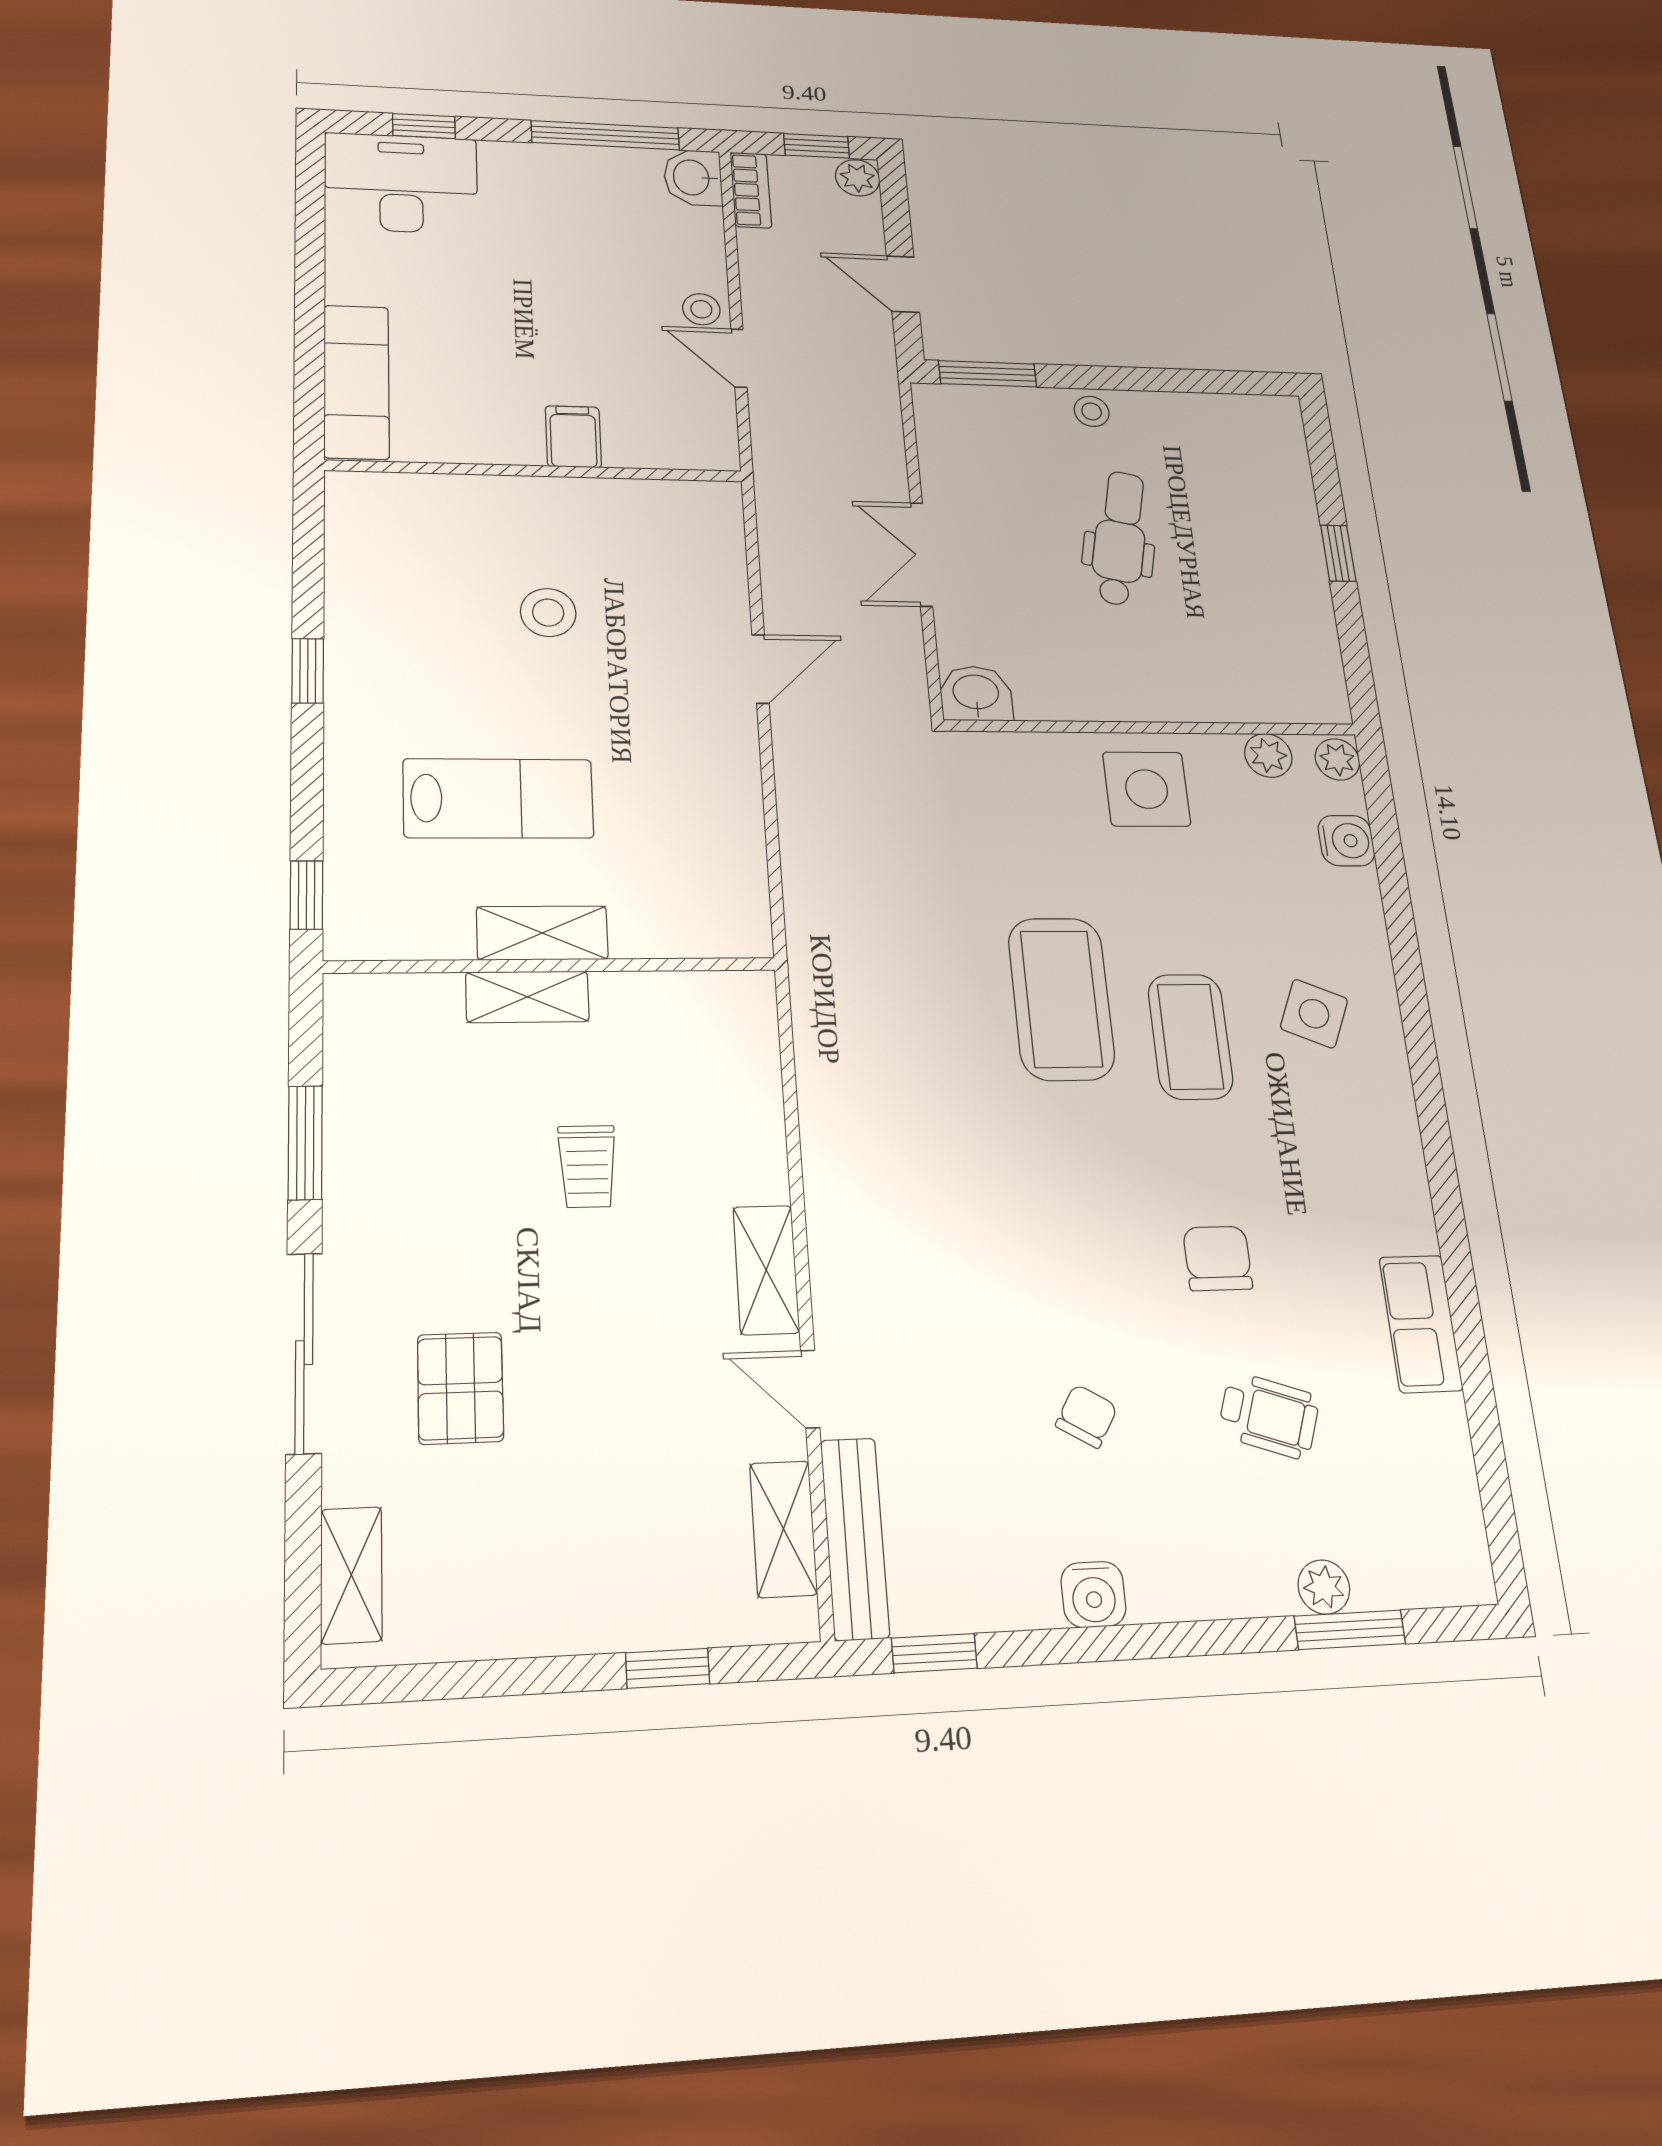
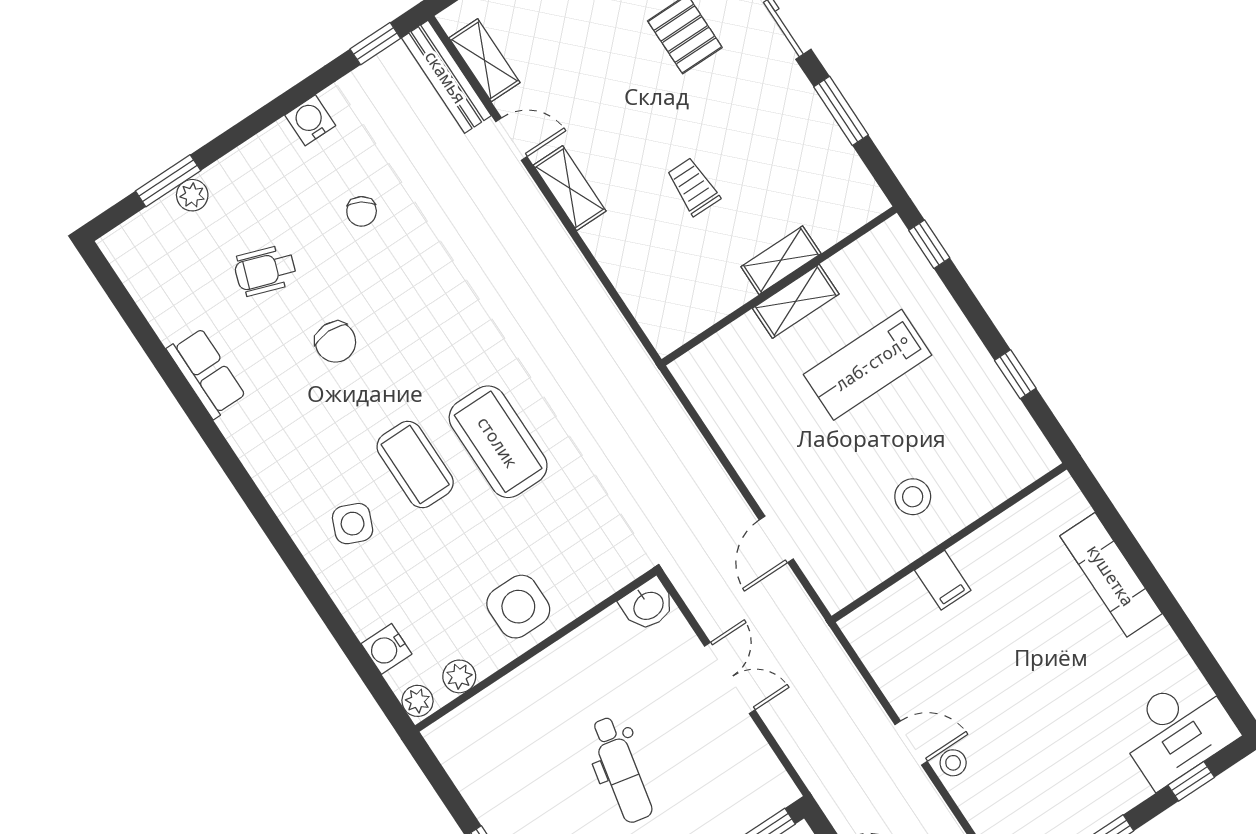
filing cabinet: (573, 437) -> (943, 580), moved
wall: (536, 471) -> (949, 543), moved

